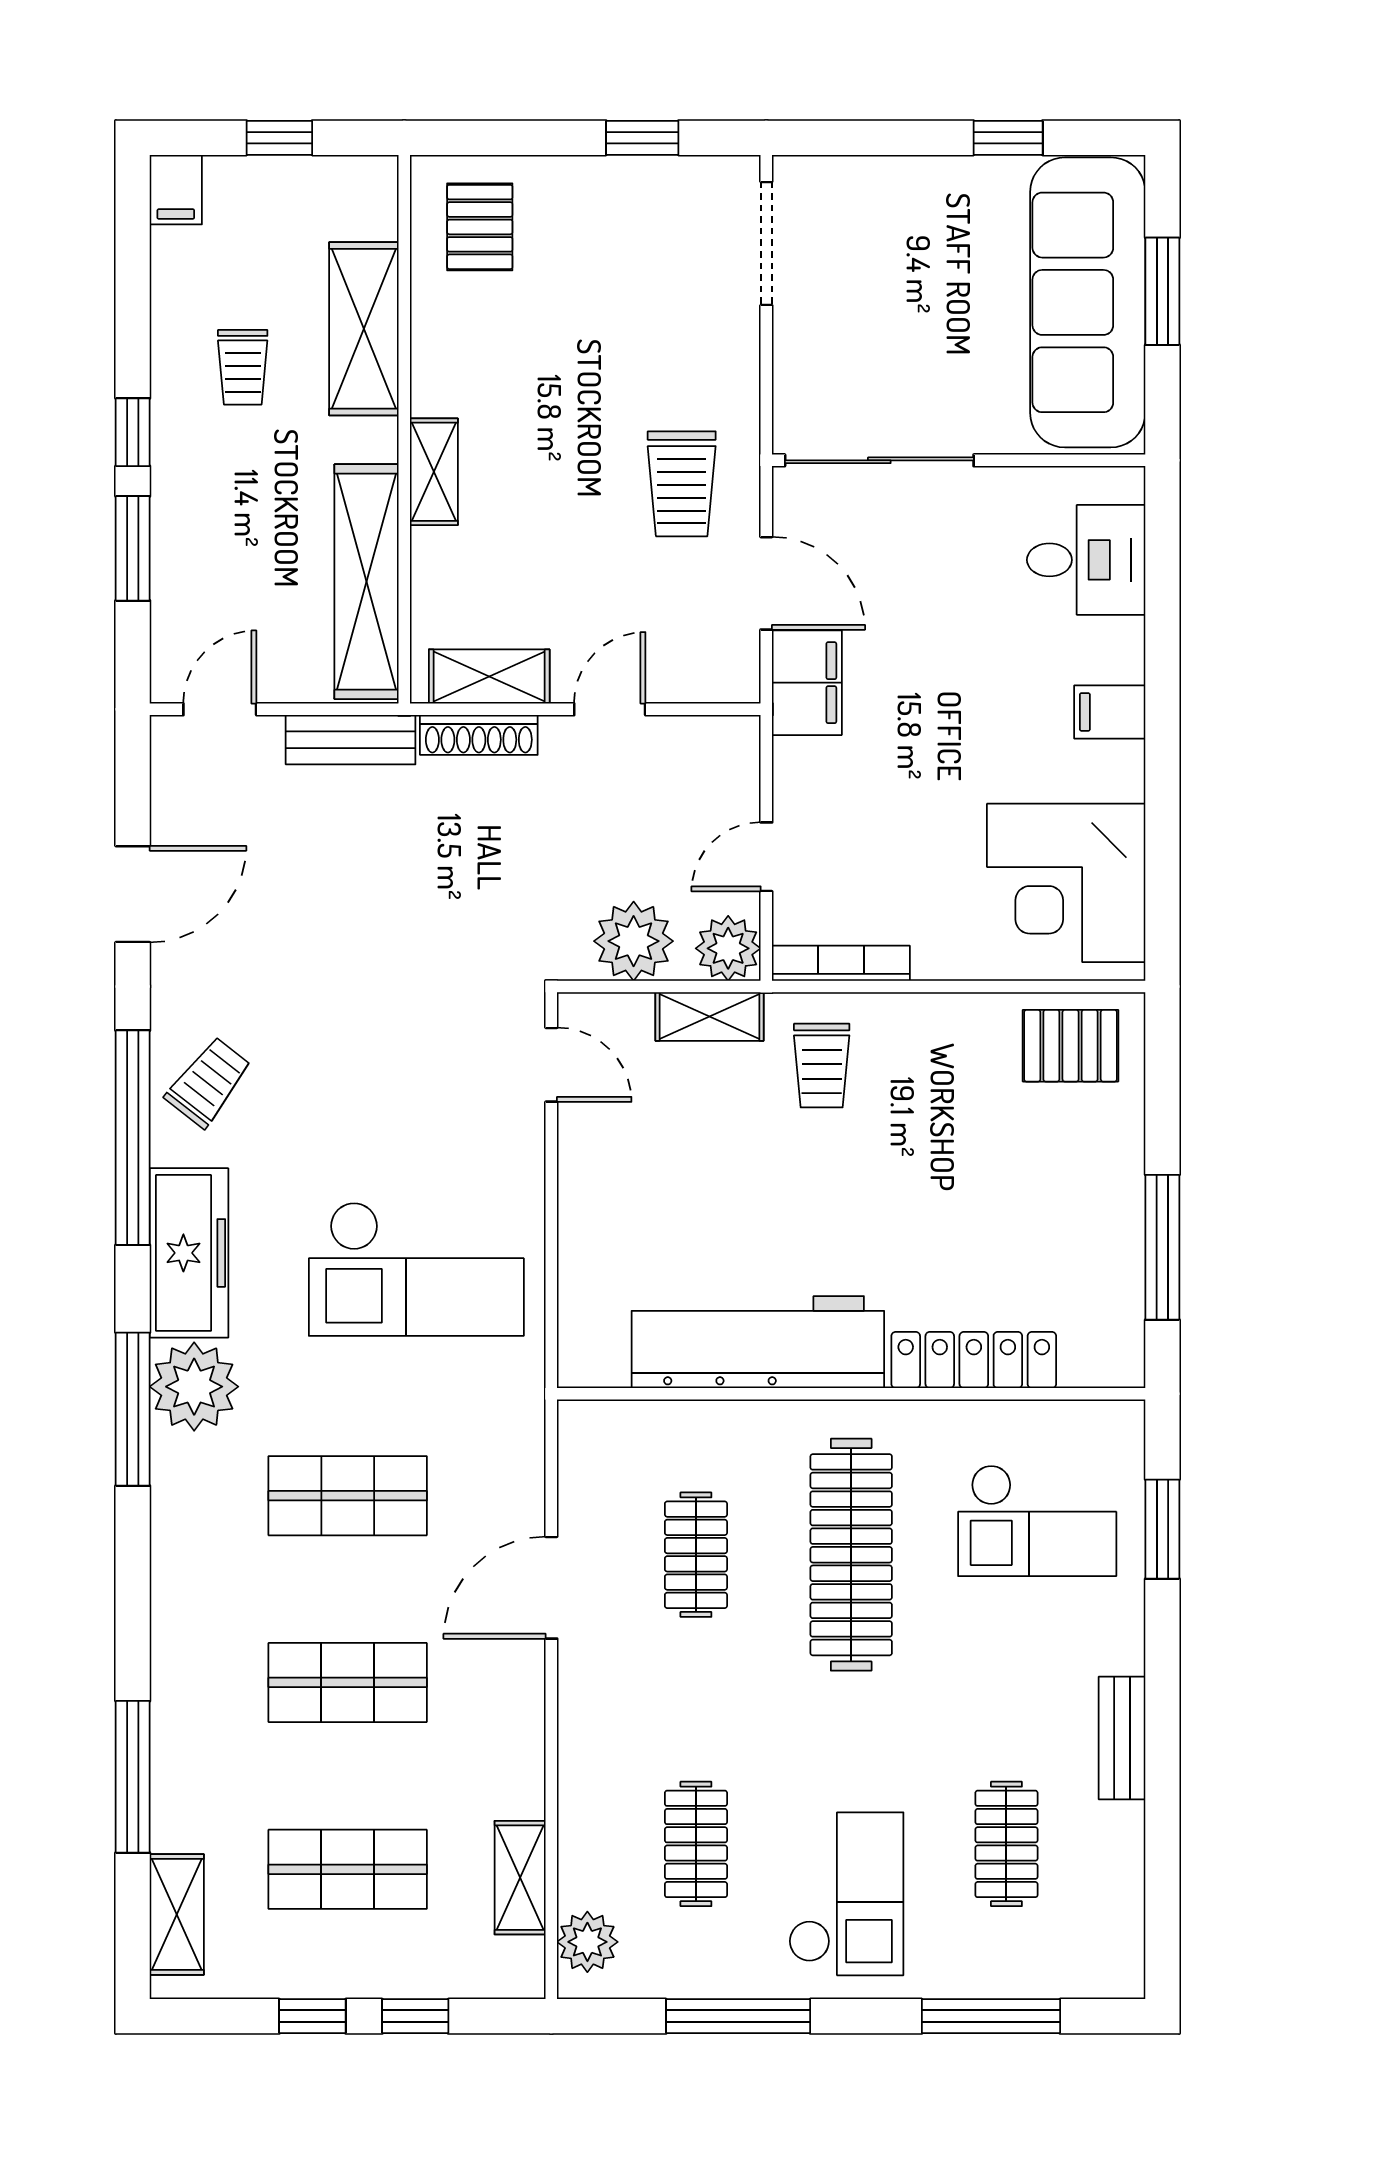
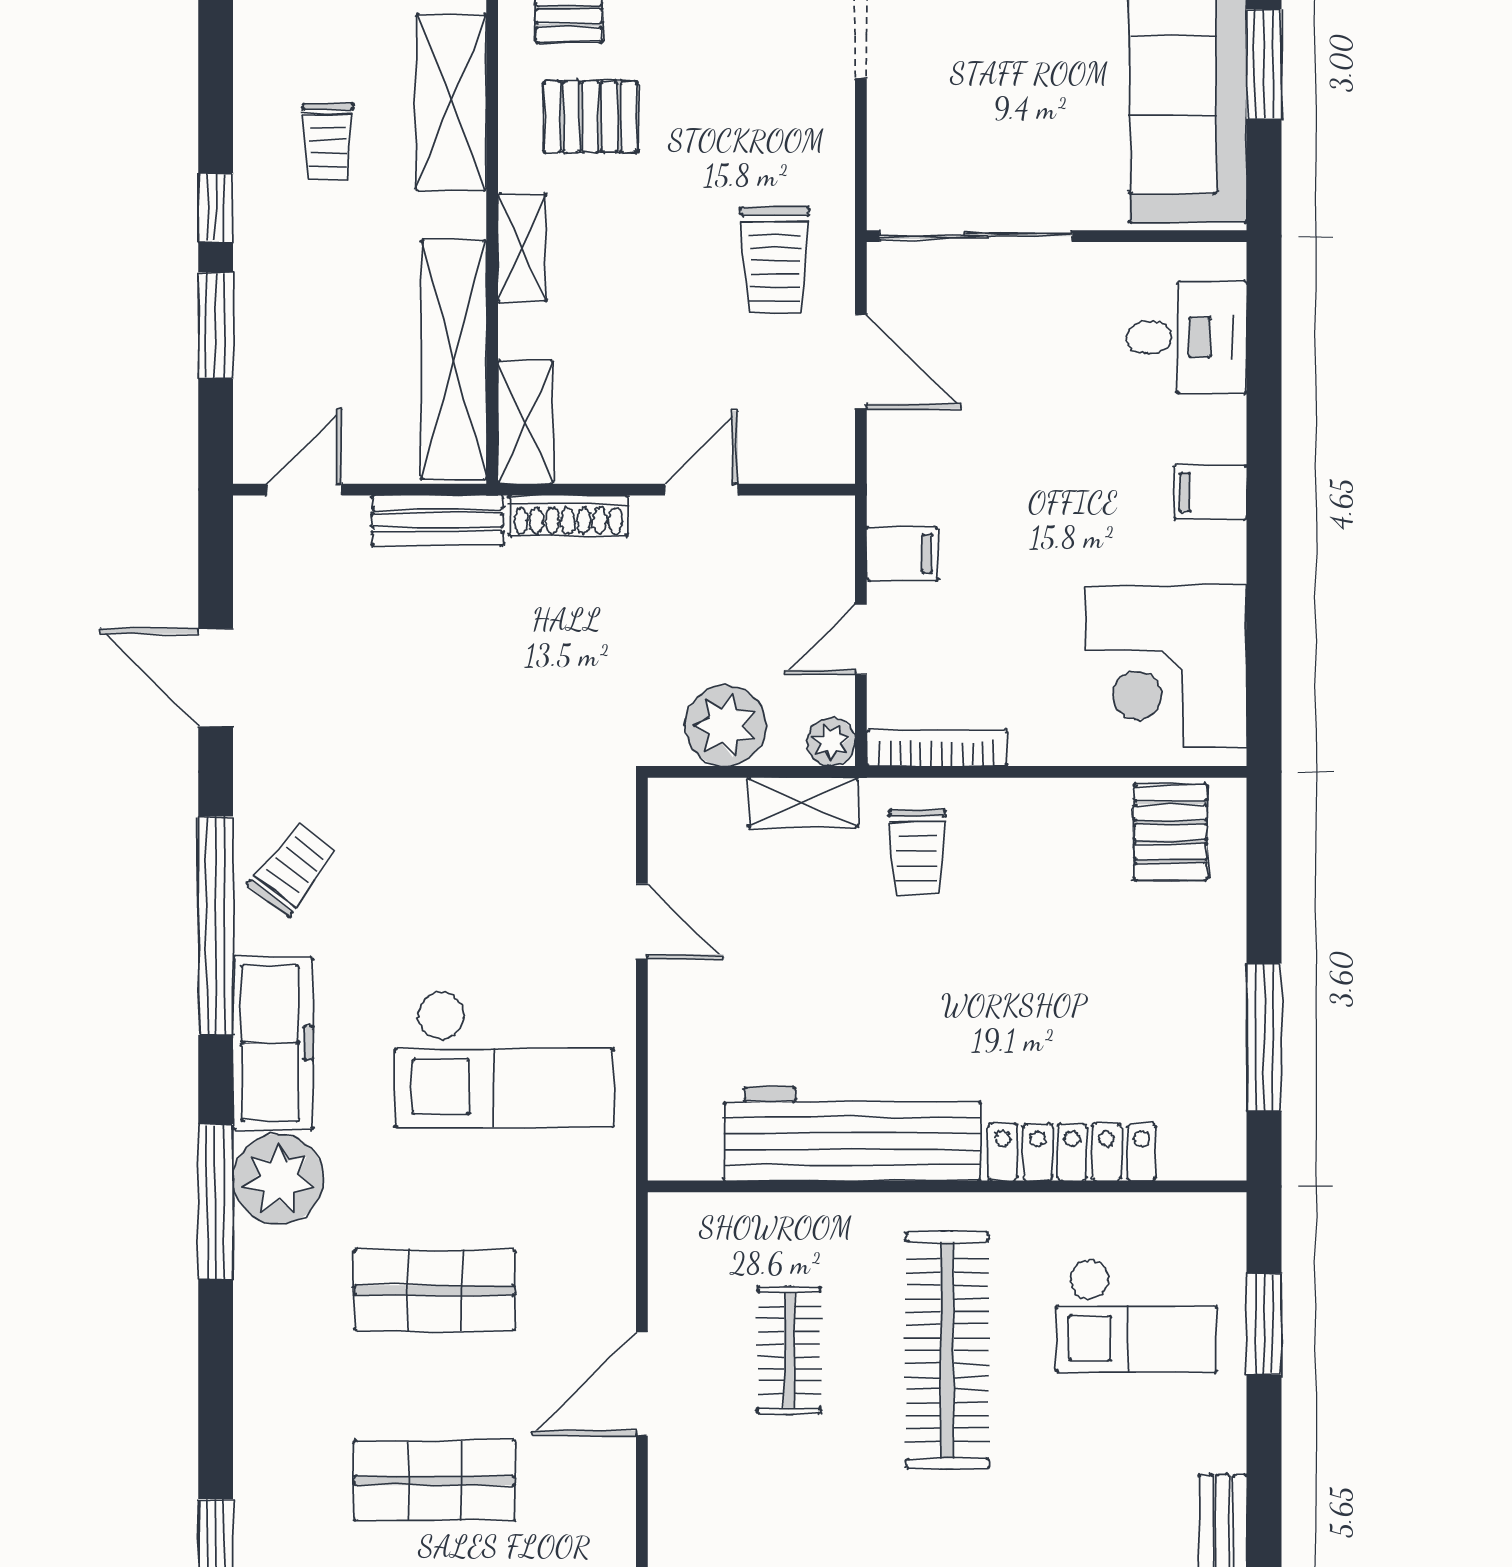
pallet: (501, 343) -> (590, 117), added
shelving: (489, 676) -> (526, 422), moved, turned 90
filing cabinet: (807, 683) -> (902, 554), moved, width x0.50
door: (133, 894) -> (216, 678), swing flipped
plant: (728, 948) -> (831, 742), width x0.73, depth x0.73
pallet: (1071, 1046) -> (1170, 832), turned 90
door: (551, 1065) -> (642, 922), moved

